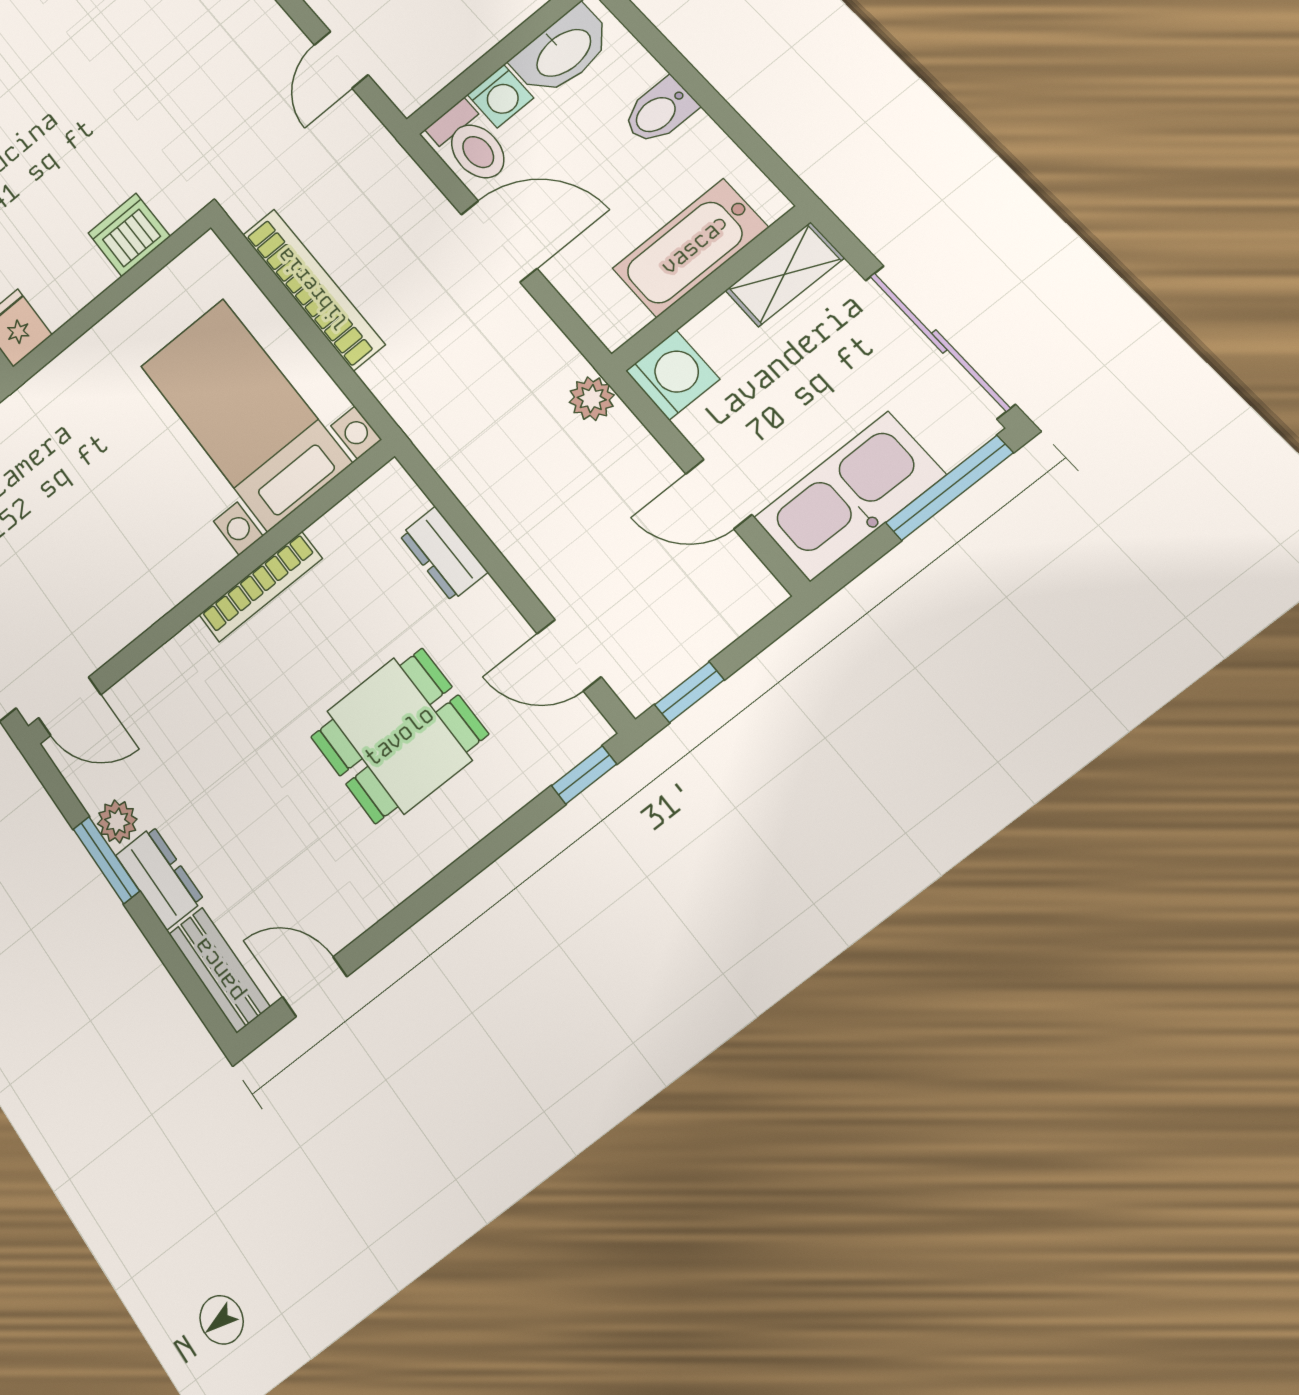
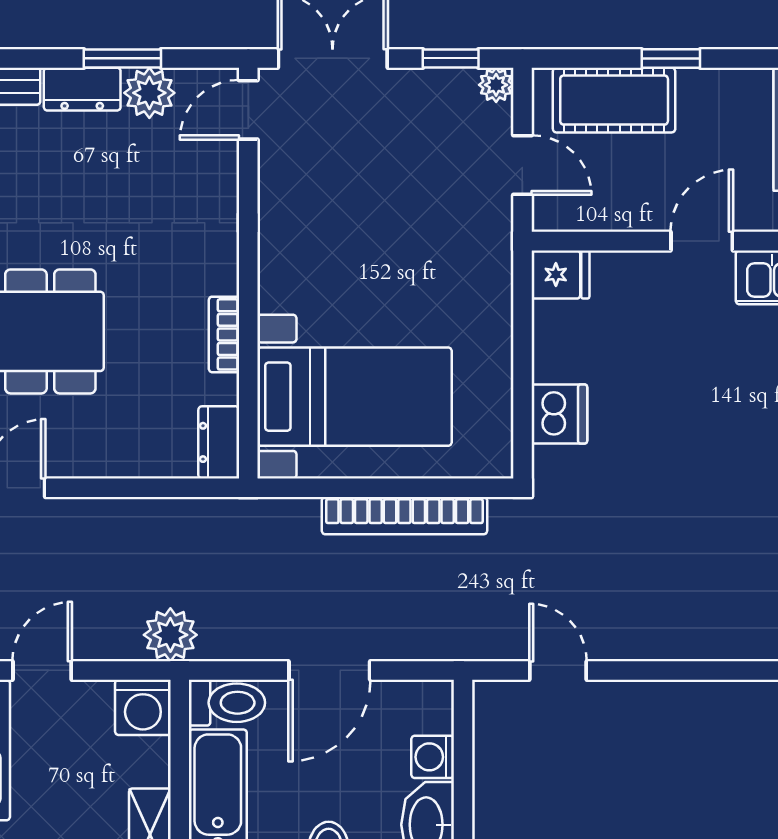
toilet: (471, 144) -> (227, 703), moved, turned 180
plant: (592, 399) -> (170, 635), width x1.38, depth x1.38
dresser: (443, 554) -> (219, 442), moved, turned -90
bookcase: (260, 587) -> (224, 334), width x0.64
plant: (117, 822) -> (149, 93), width x1.38, depth x1.38

